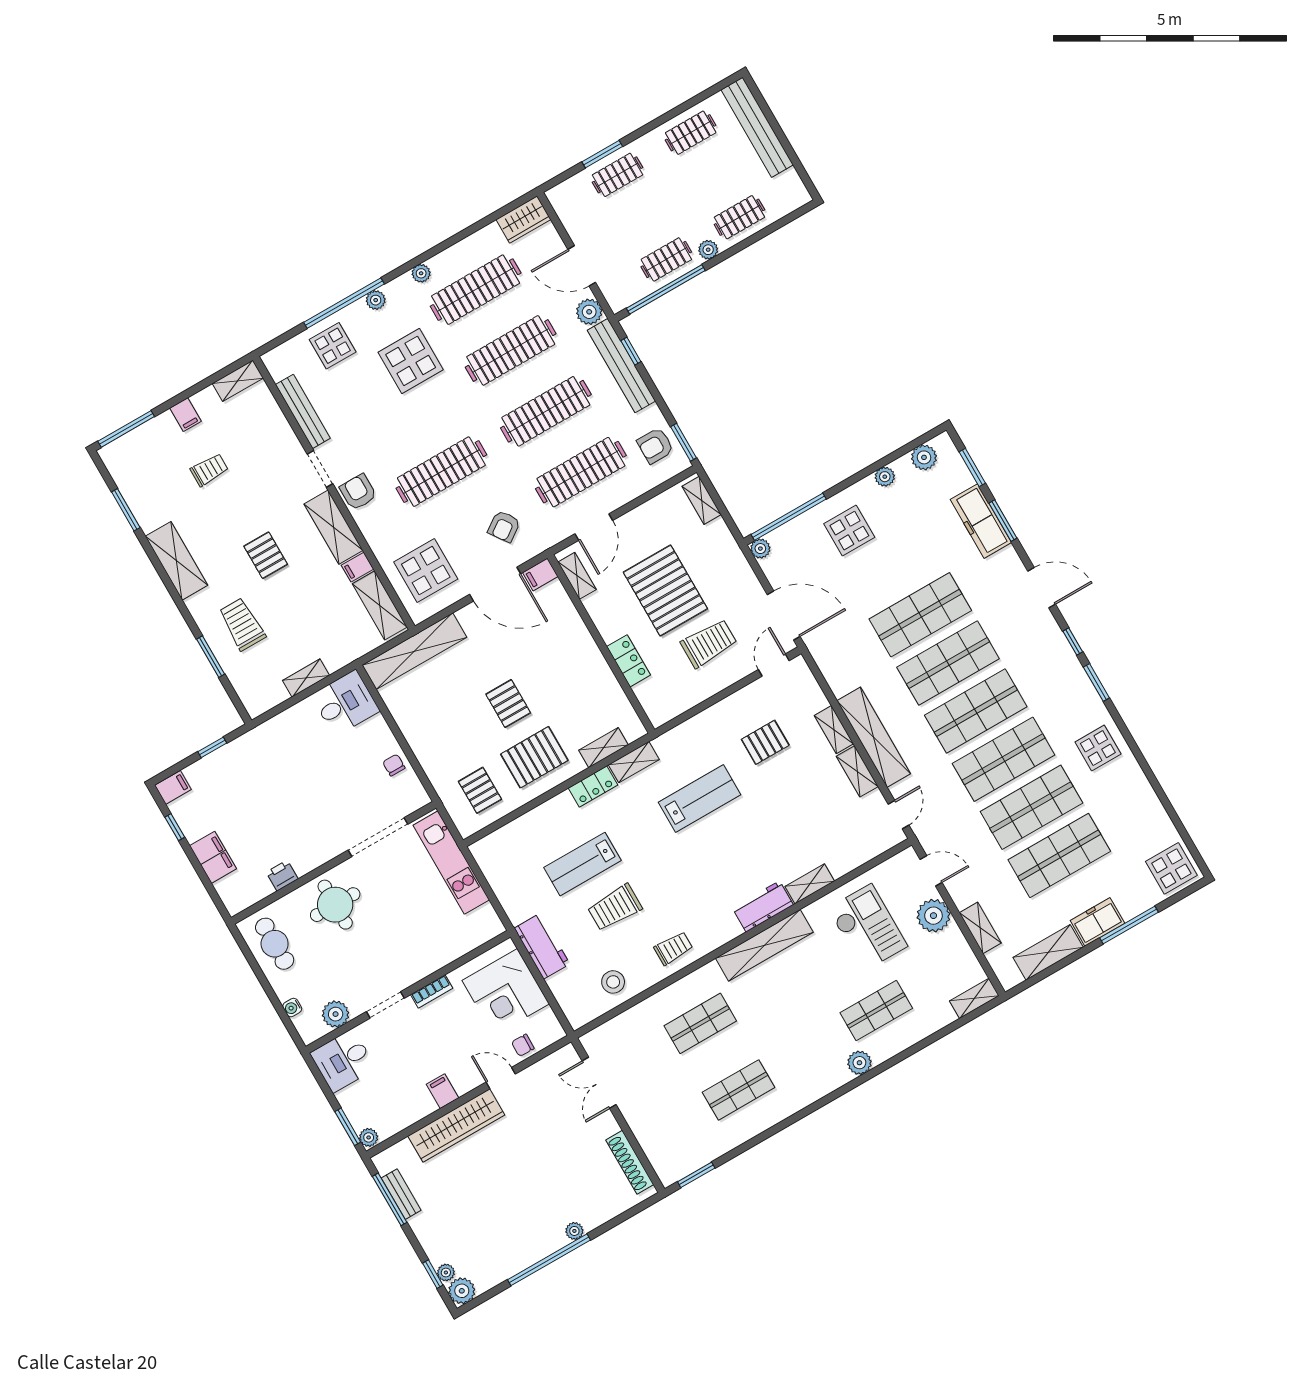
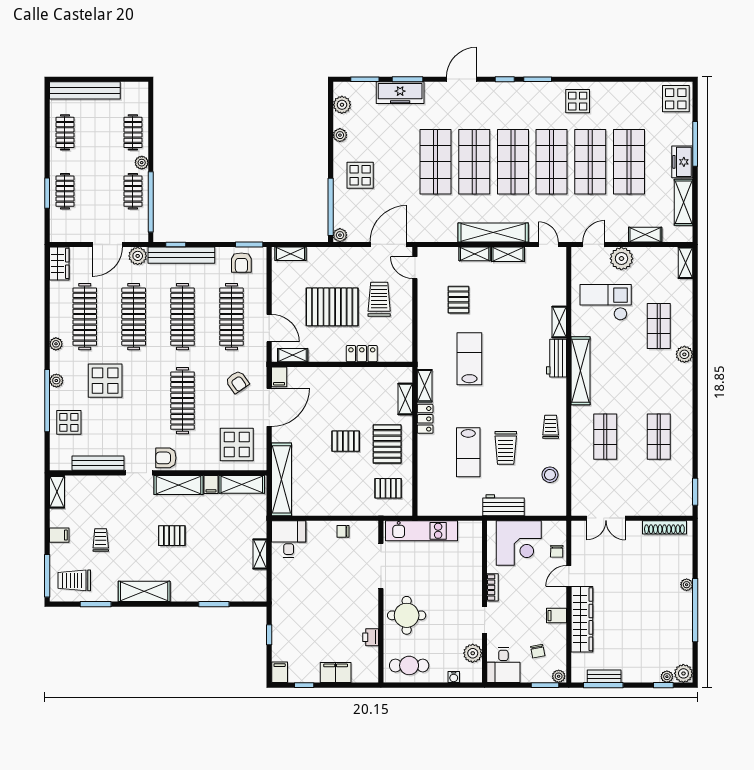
trolley: (242, 624) -> (74, 580), moved
chair: (385, 1093) -> (538, 651), added

